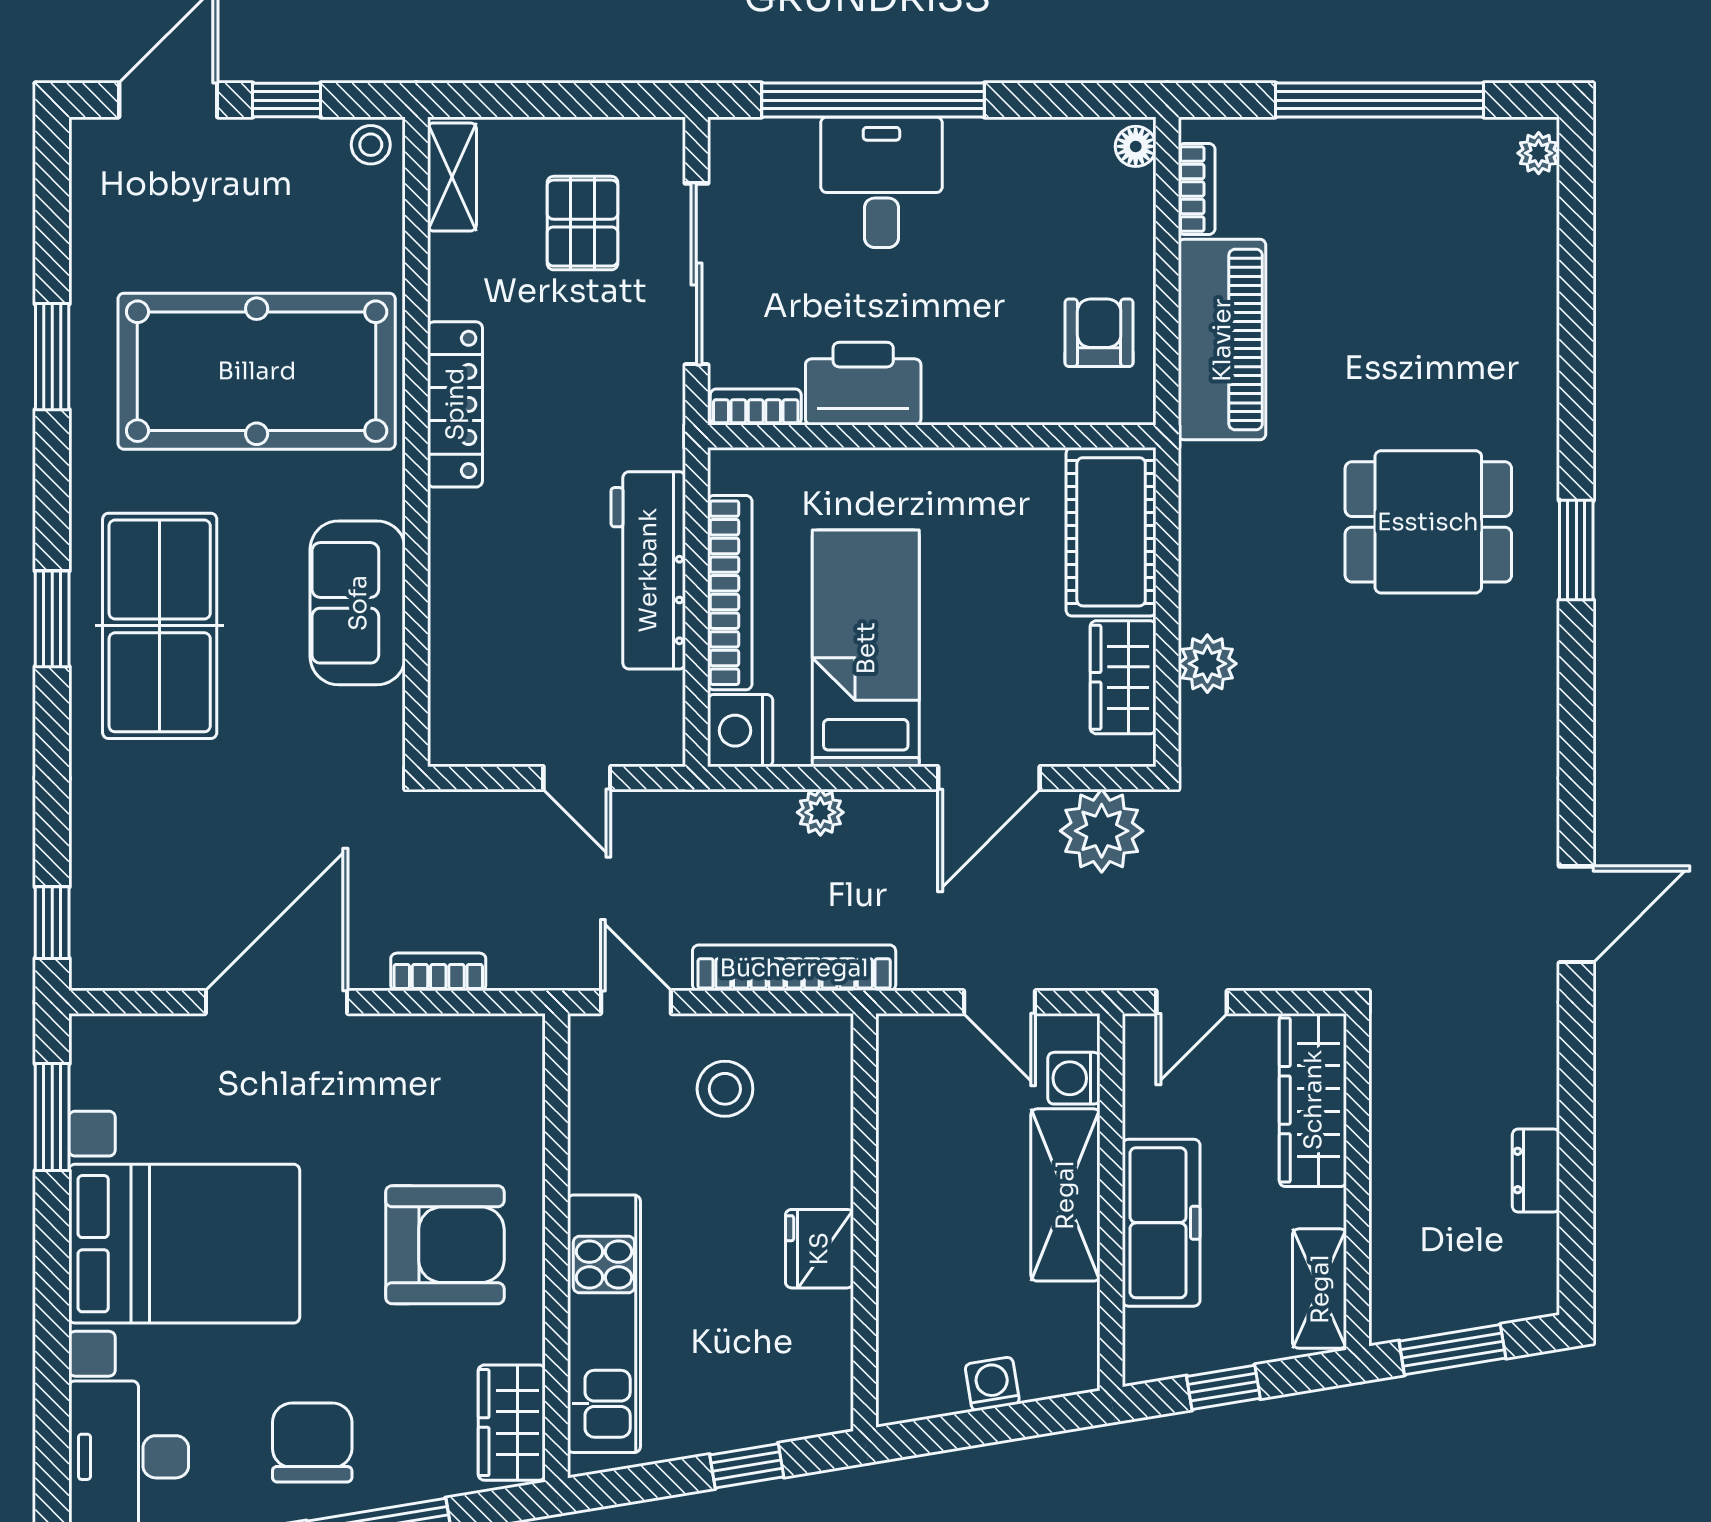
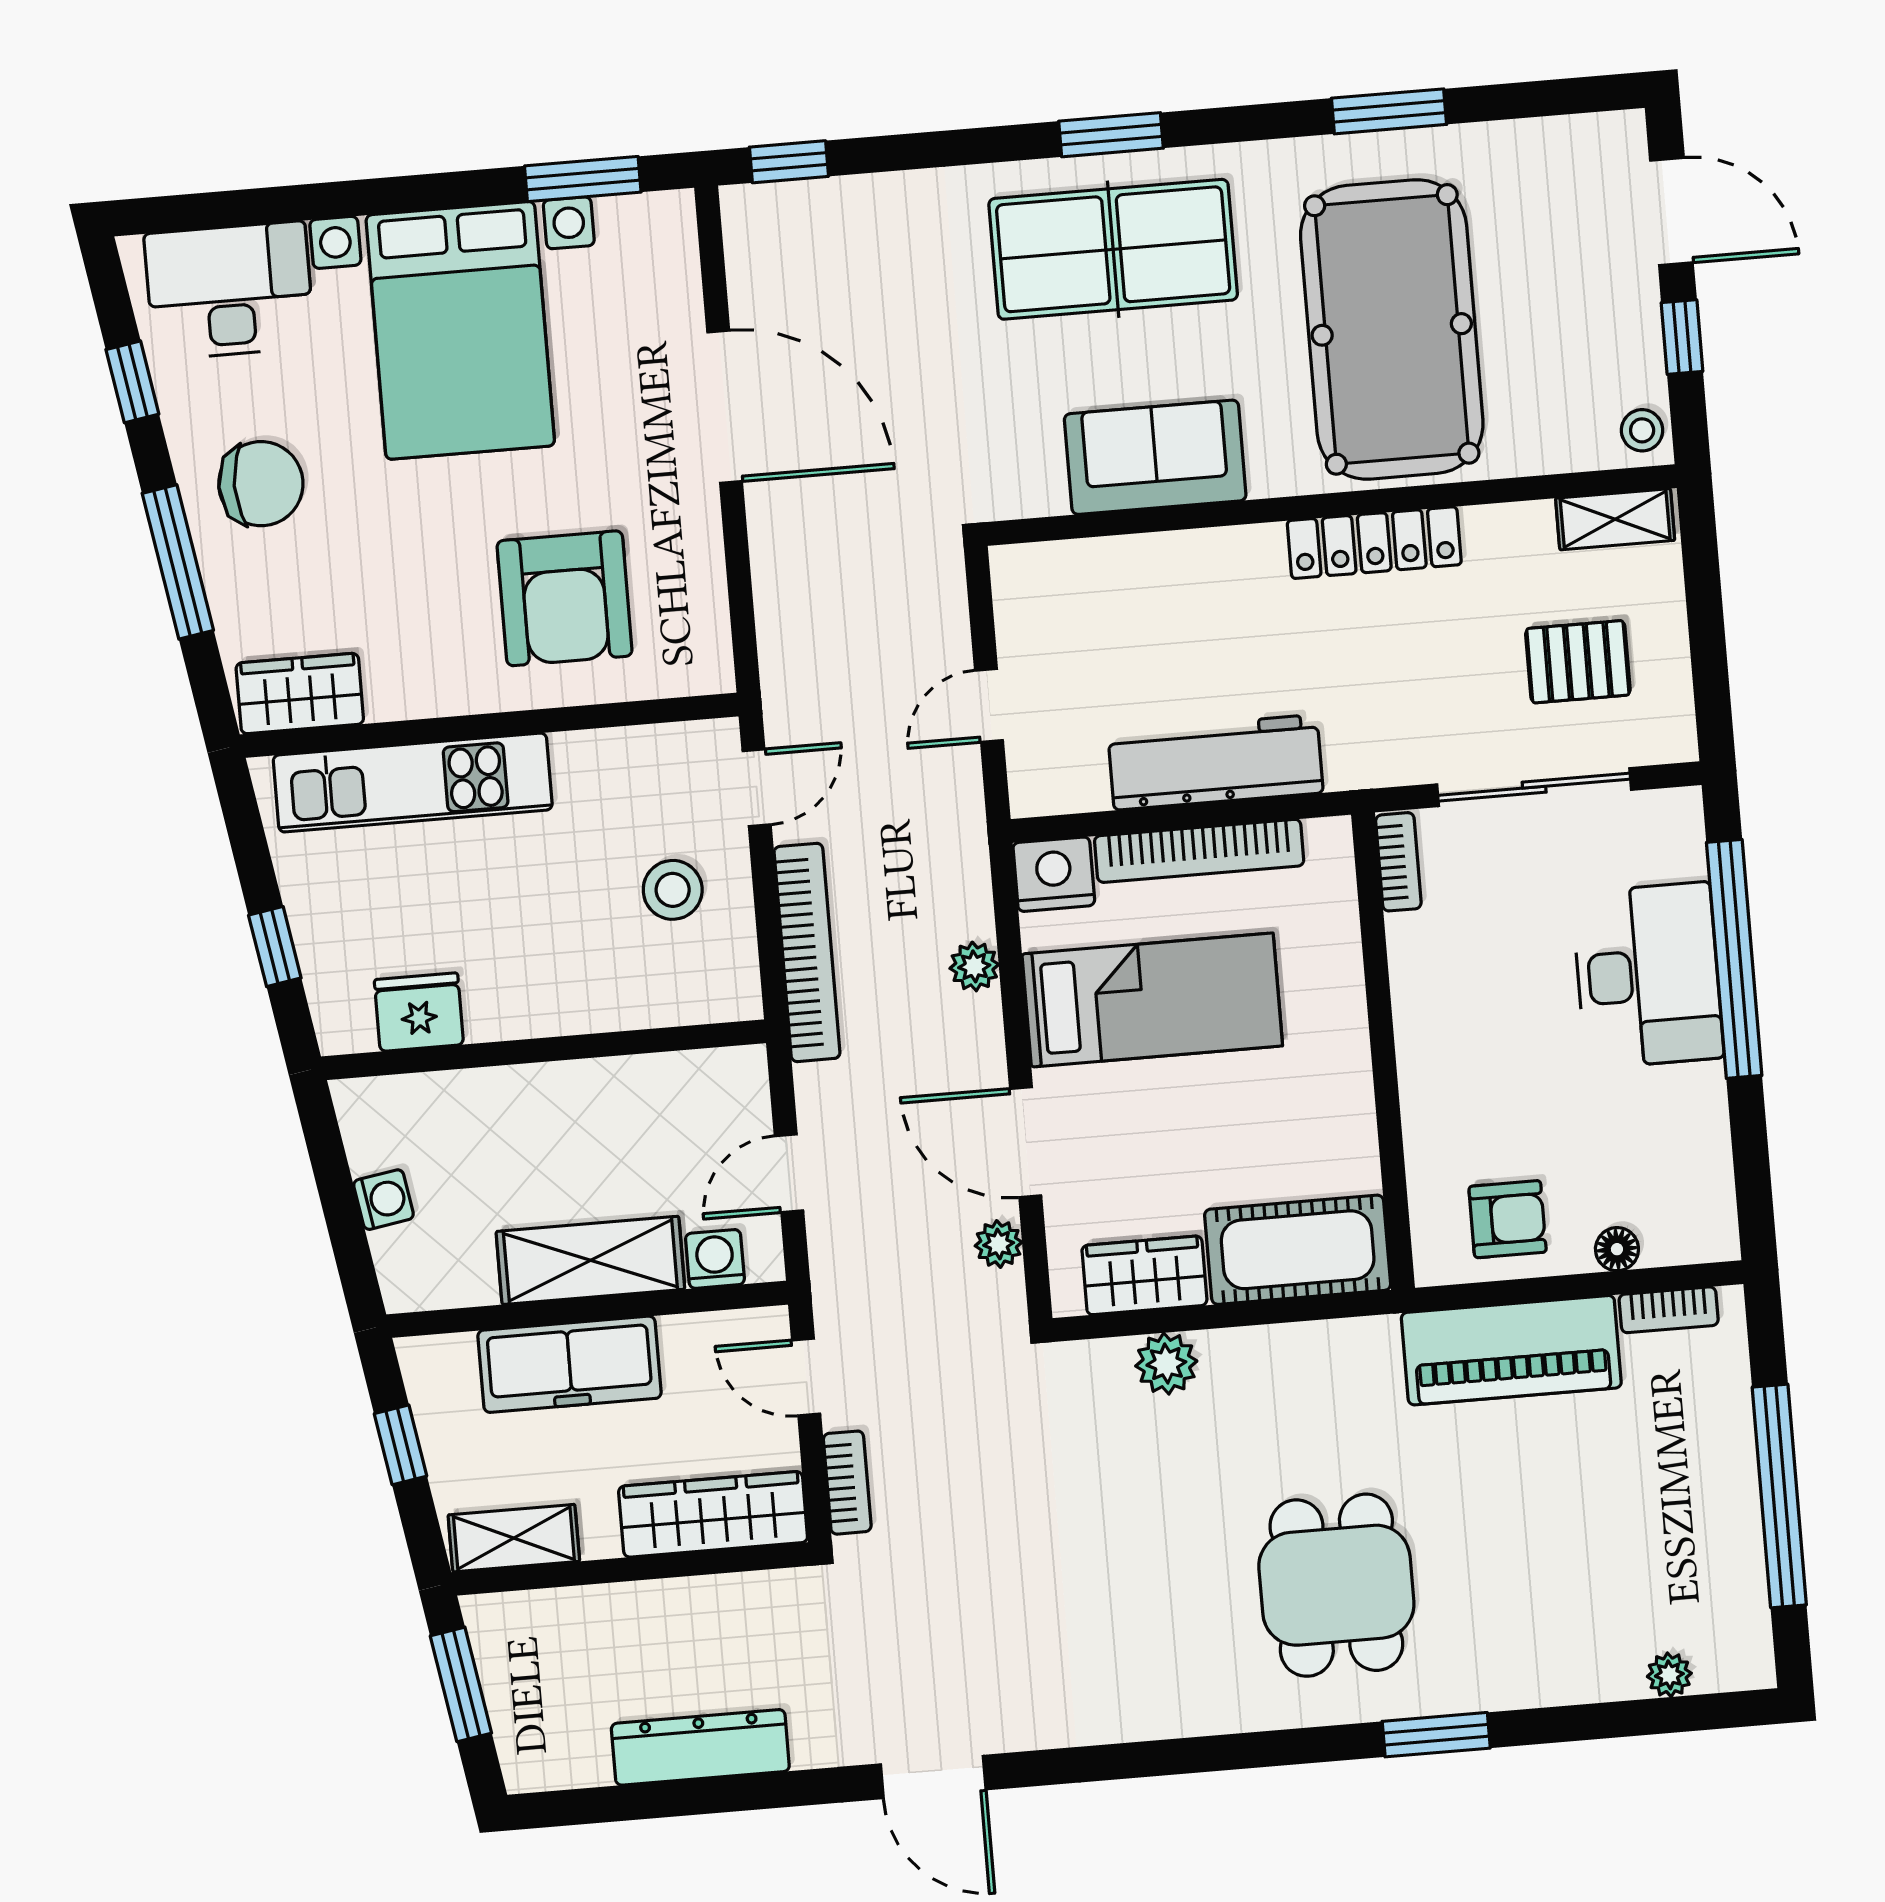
floor lamp: (1136, 146) -> (1617, 1249), moved
plant: (1539, 153) -> (1669, 1675), moved
desk: (881, 182) -> (1648, 975), width x1.37
printer: (863, 384) -> (1433, 974), removed
window: (1576, 550) -> (1436, 1735), moved
plant: (1102, 831) -> (999, 1244), width x0.53, depth x0.53
bookcase: (438, 972) -> (847, 1483), moved
dresser: (1536, 1170) -> (700, 1747), width x1.96, depth x1.24
armchair: (445, 1245) -> (565, 598), moved
fridge: (819, 1249) -> (419, 1012), moved

